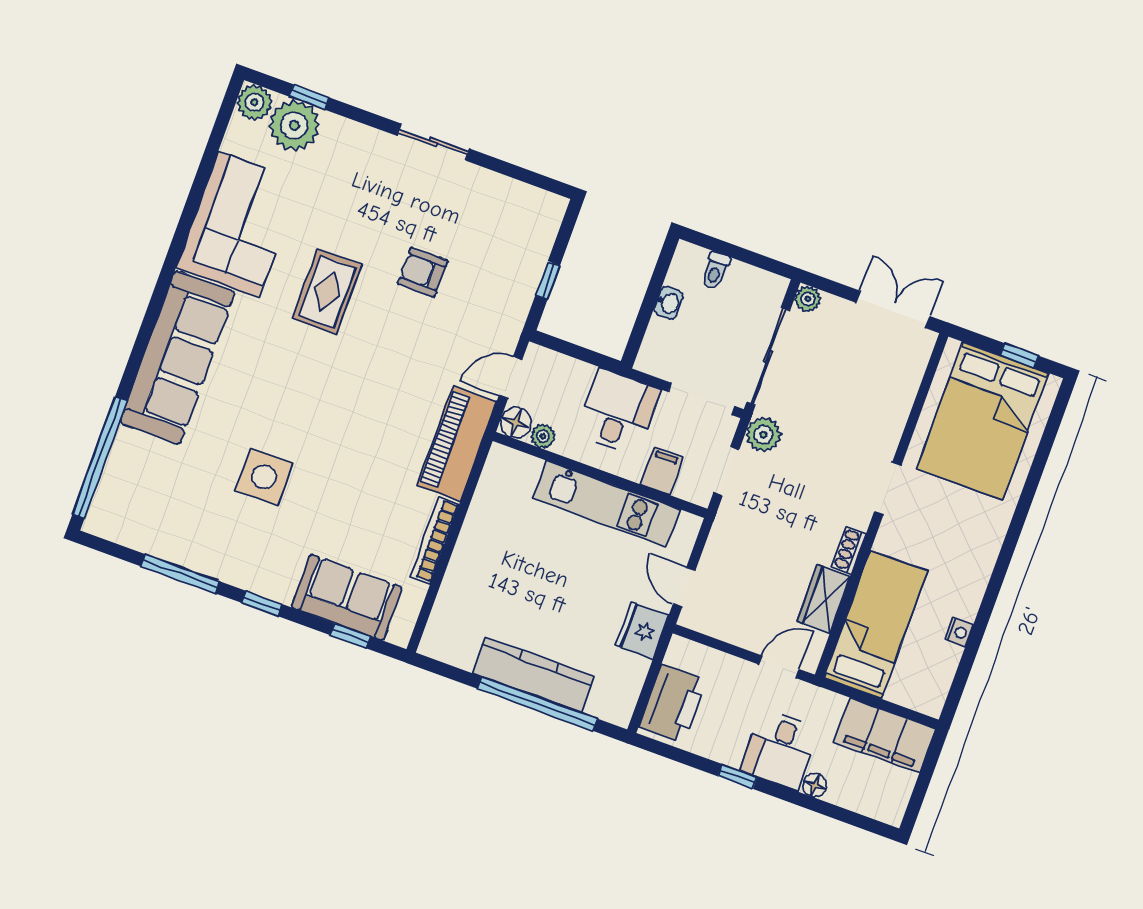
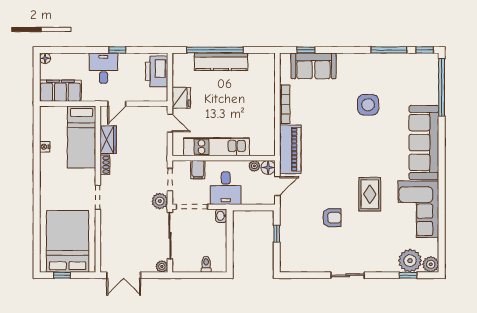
washbasin: (669, 303) -> (221, 216), moved
window: (262, 604) -> (425, 50), moved
floor lamp: (815, 785) -> (45, 58), moved

